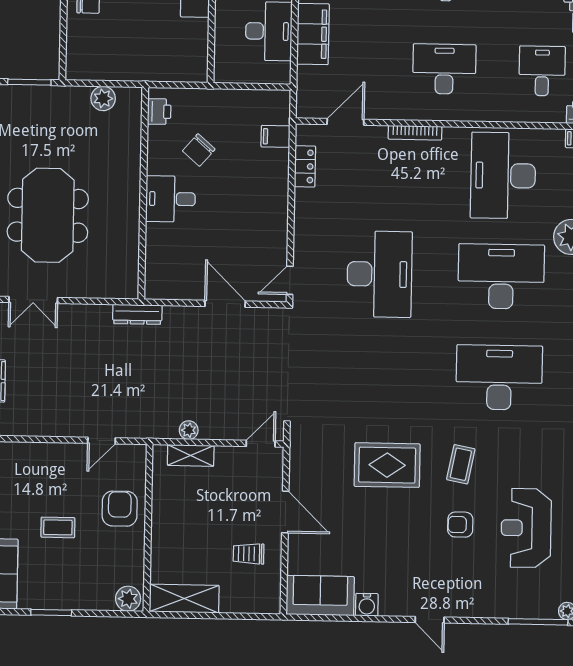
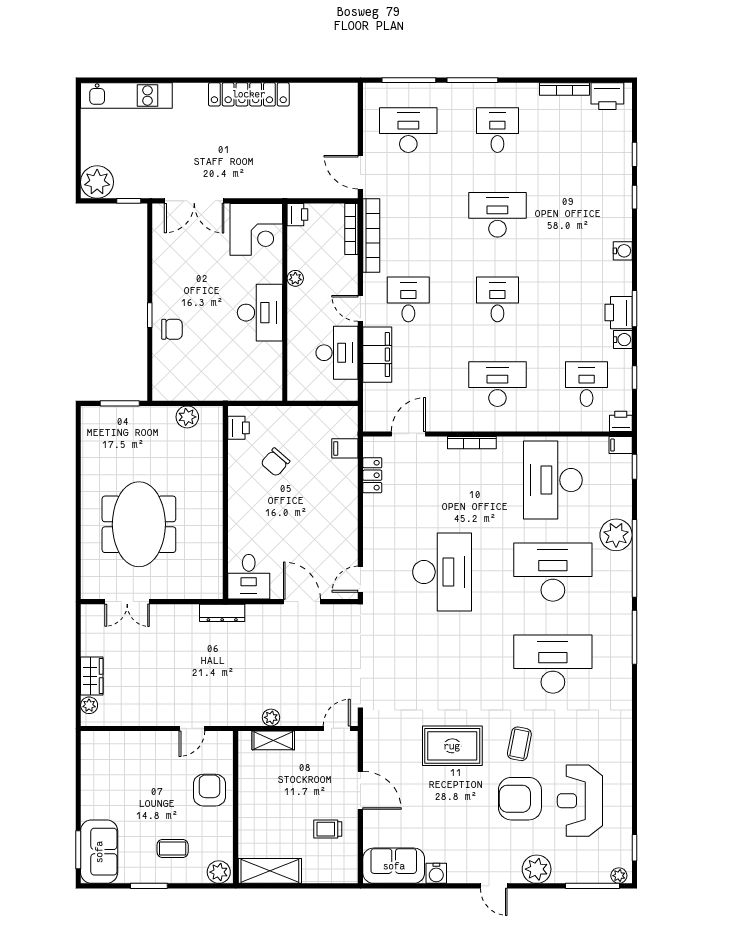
desk: (170, 199) -> (249, 577), moved, turned -90
armchair: (460, 525) -> (520, 799), width x1.88, depth x1.88
coffee table: (58, 527) -> (173, 848), moved
plant: (477, 602) -> (537, 869), added

